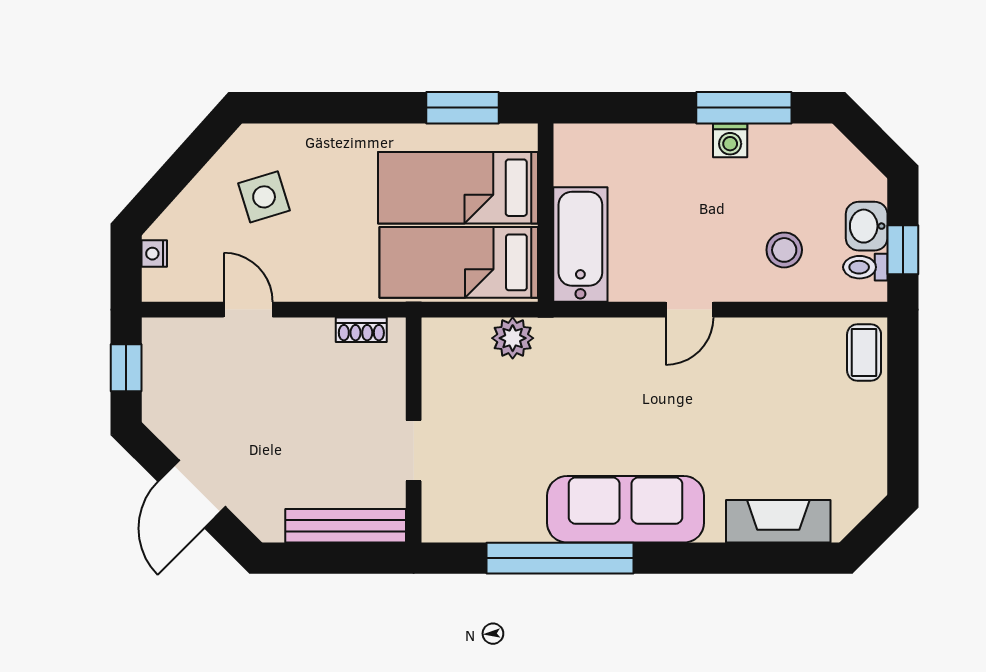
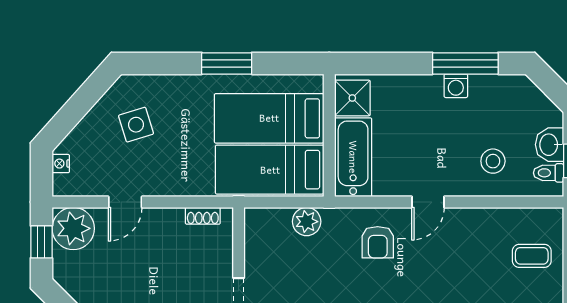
window: (463, 108) -> (227, 63), moved
shower: (579, 158) -> (352, 98), added
door: (248, 310) -> (125, 202), swing flipped
plant: (173, 348) -> (73, 228), added
coffee table: (864, 352) -> (532, 256), moved, turned 90
armchair: (616, 368) -> (378, 242), added

